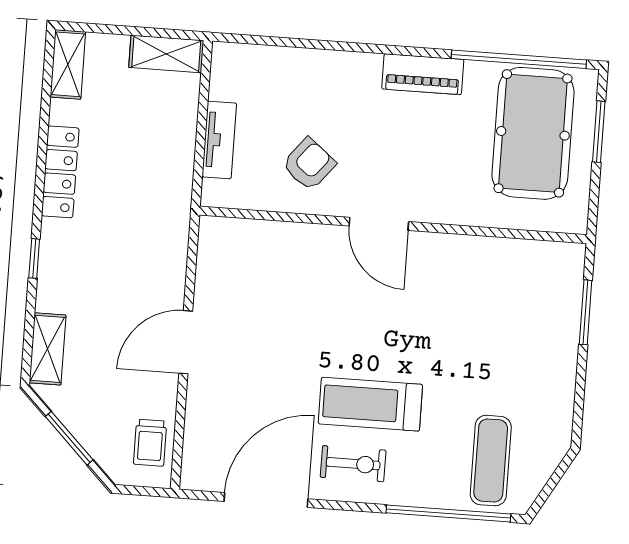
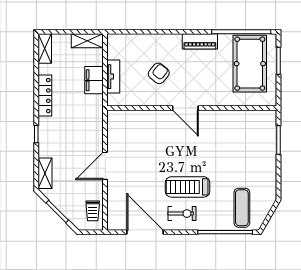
filing cabinet: (175, 145) -> (94, 80), added
armchair: (309, 164) -> (159, 73), moved
door: (266, 500) -> (145, 232), hinge flipped

